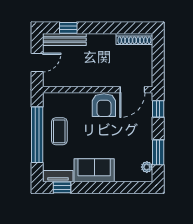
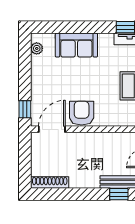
window: (158, 152) -> (25, 64), removed
sofa: (94, 170) -> (76, 45), moved

